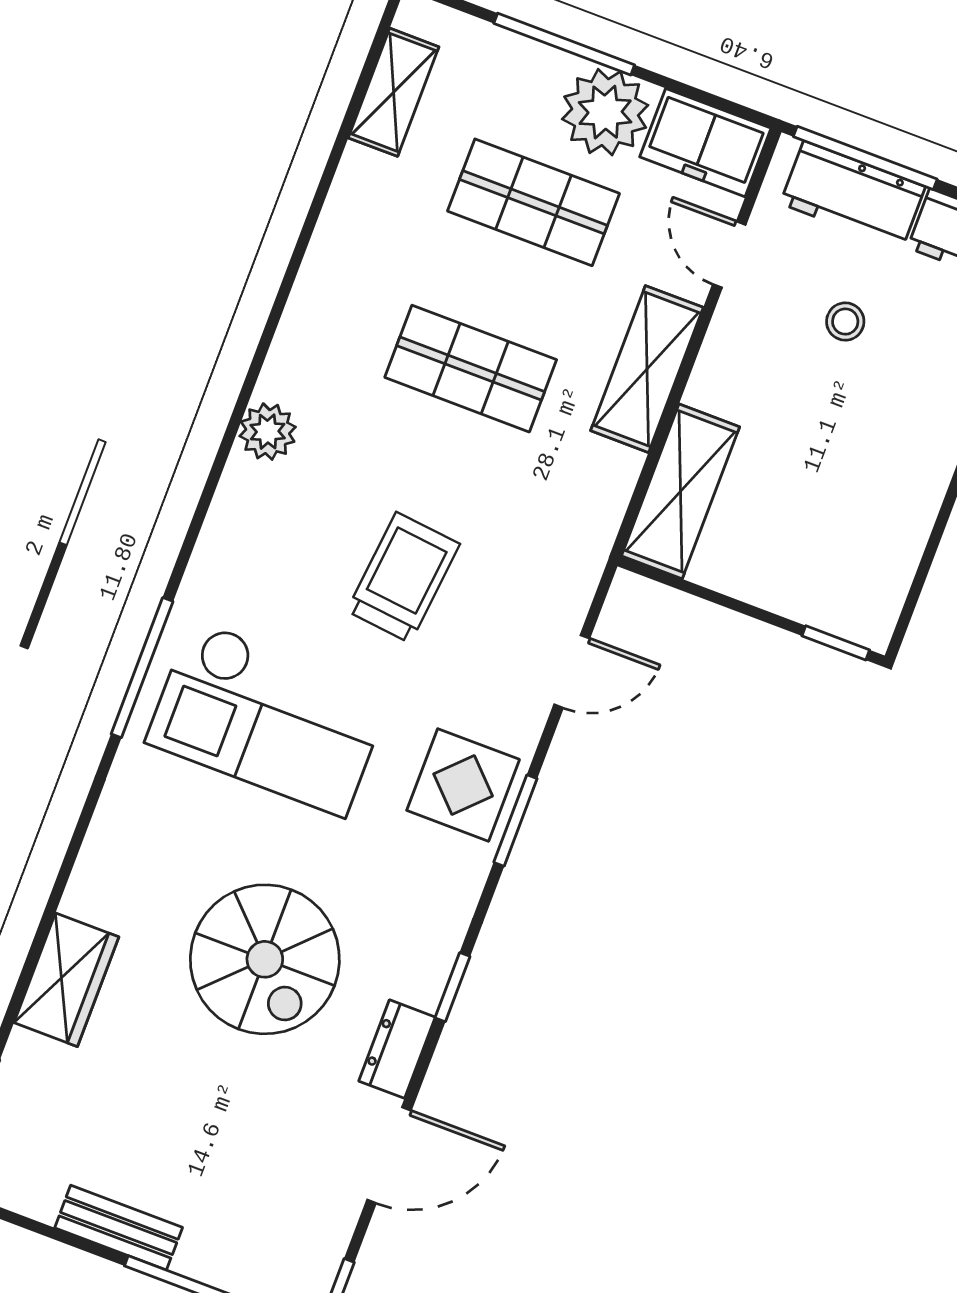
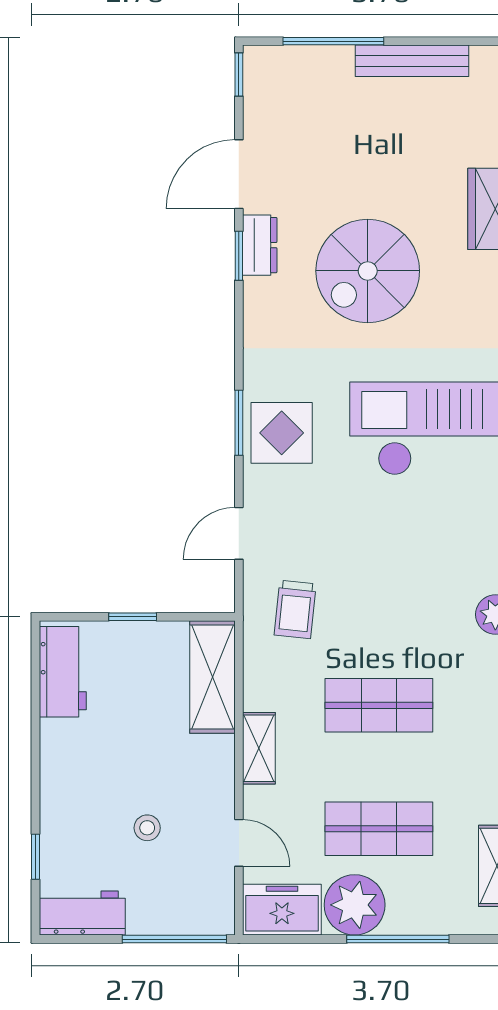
workbench: (853, 195) -> (63, 672), moved, turned 90
shelving: (647, 369) -> (259, 748), width x0.67, depth x0.75
trolley: (403, 577) -> (295, 609), moved, width x0.73, depth x0.72
window: (836, 643) -> (133, 617), moved
spiral stairs: (265, 959) -> (368, 271), turned -90
window: (453, 987) -> (239, 256), moved
bench: (119, 1228) -> (412, 61), width x1.36

